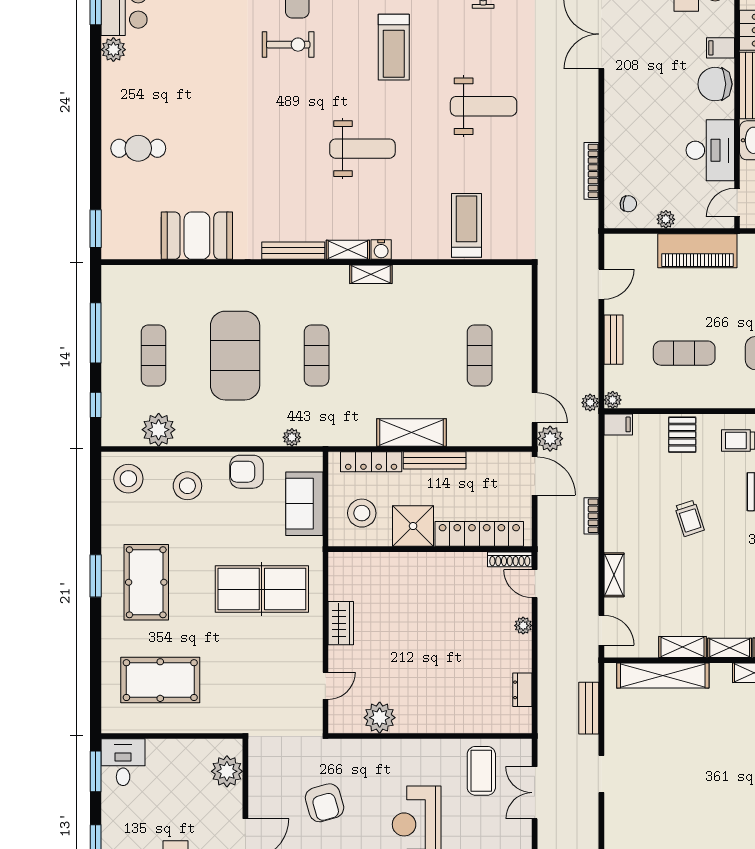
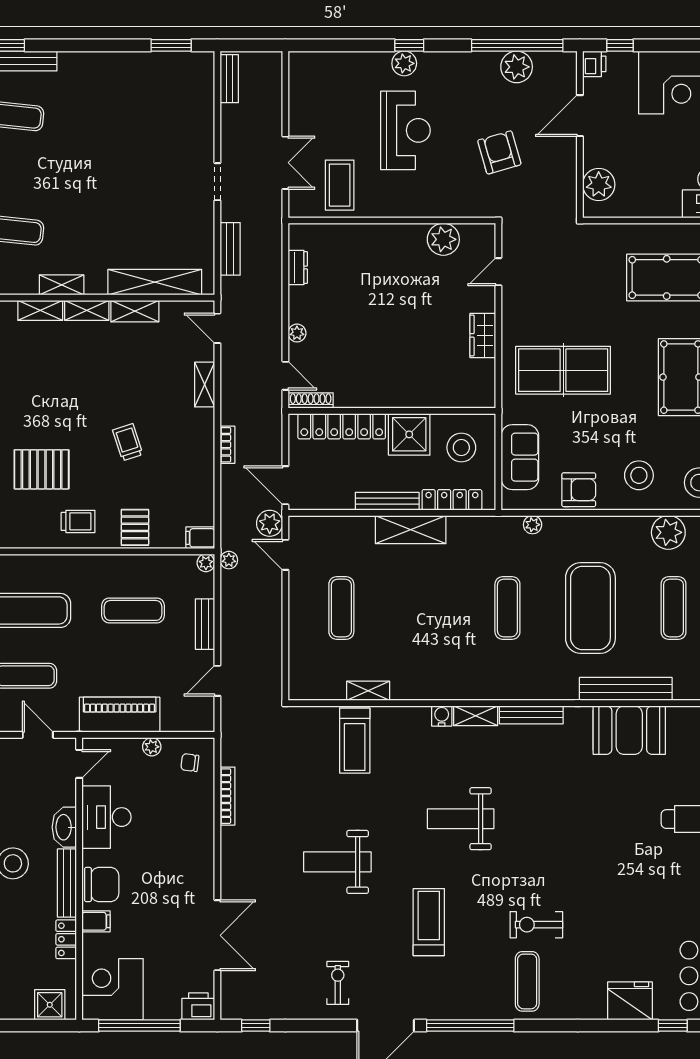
shelving: (371, 274) -> (368, 691), moved
bench: (200, 276) -> (626, 689), added

